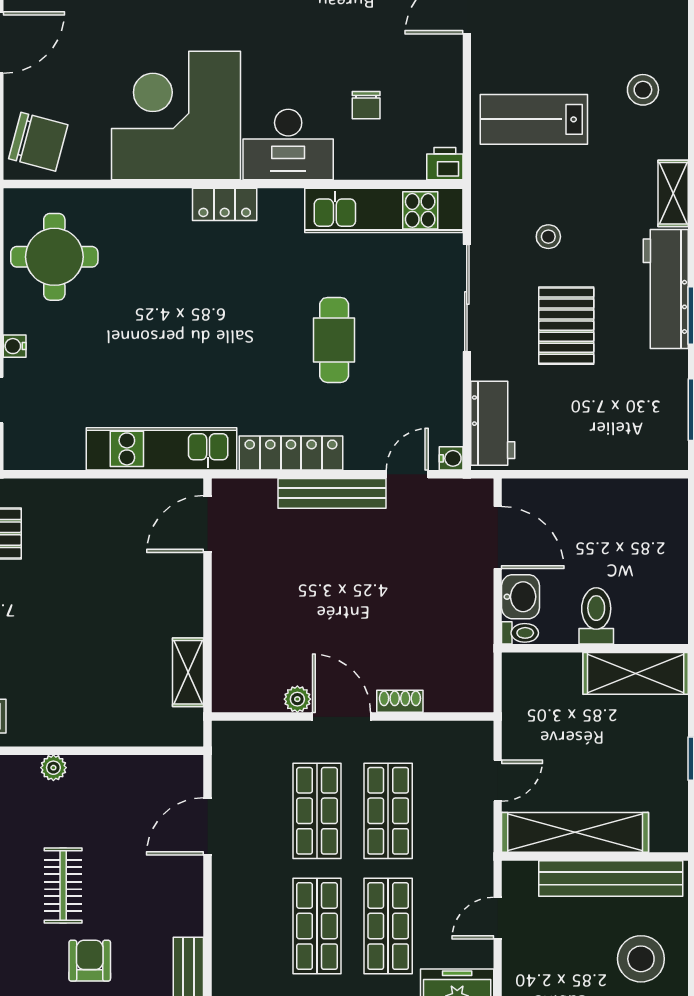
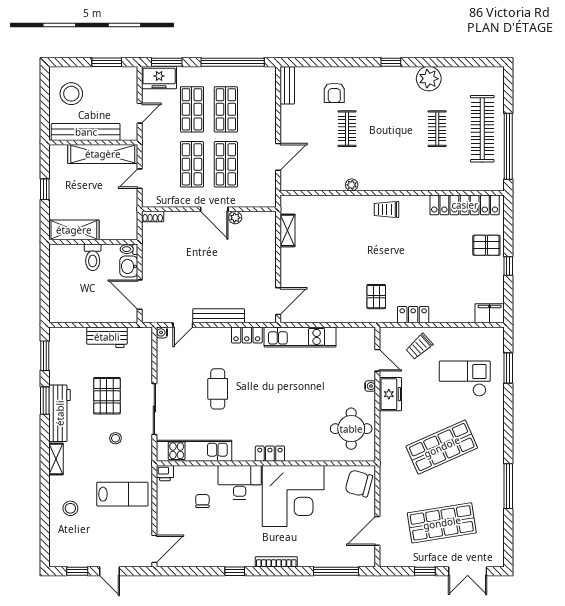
workbench: (493, 423) -> (107, 337), moved, turned -90
locker: (291, 453) -> (247, 335), width x0.66
shoe rack: (400, 701) -> (153, 217), moved

